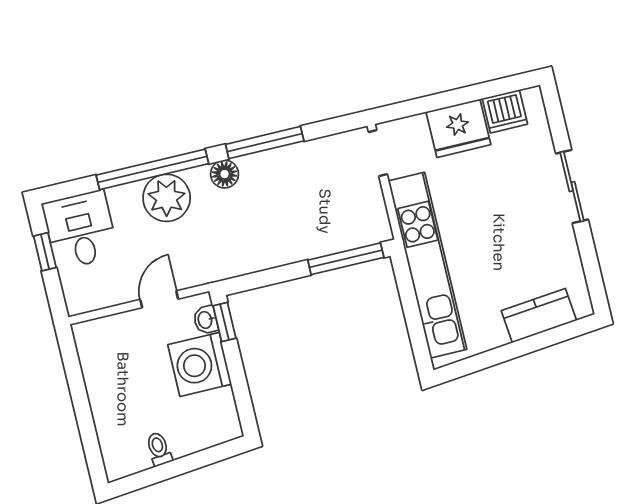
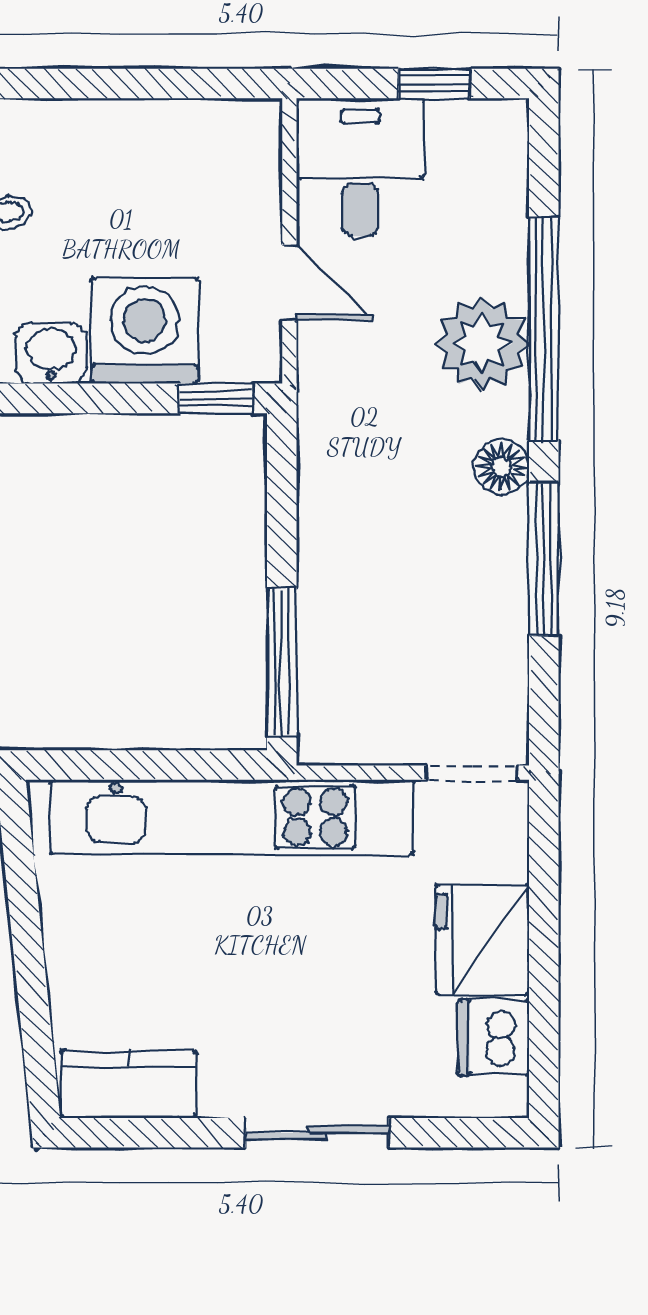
desk: (80, 230) -> (360, 167), moved, turned -90
kitchen counter: (539, 316) -> (128, 1084), moved, turned -84
washbasin: (206, 320) -> (51, 353), moved, width x1.38, depth x1.45

